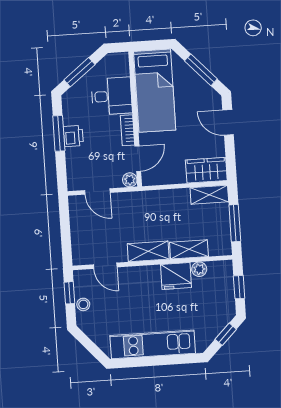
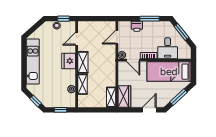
printer: (73, 136) -> (137, 26), moved
window: (235, 223) -> (95, 110), removed
fridge: (176, 276) -> (69, 61), moved

